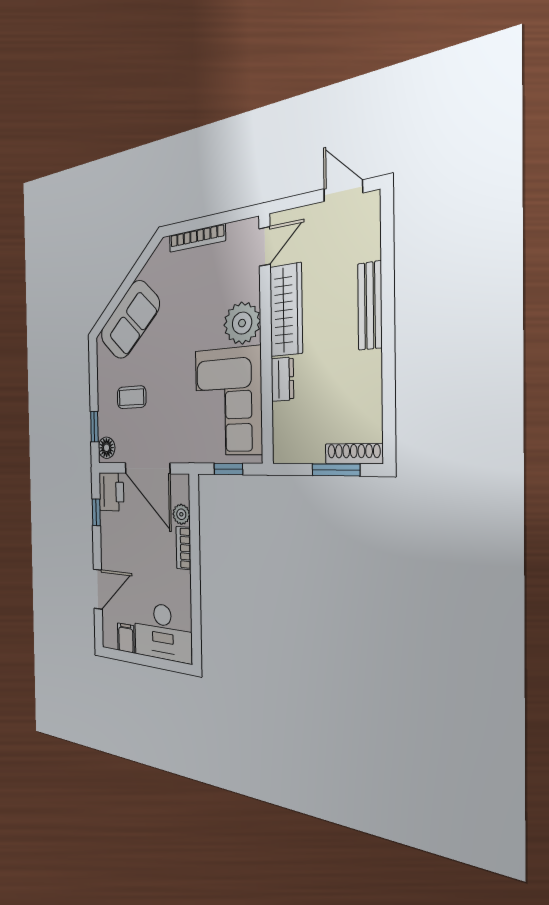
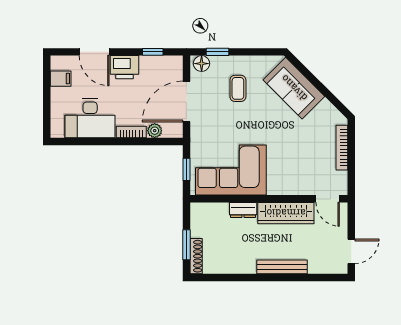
plant: (242, 323) -> (281, 181), removed
printer: (111, 492) -> (124, 67), moved
desk: (163, 632) -> (90, 118), moved, turned -90

